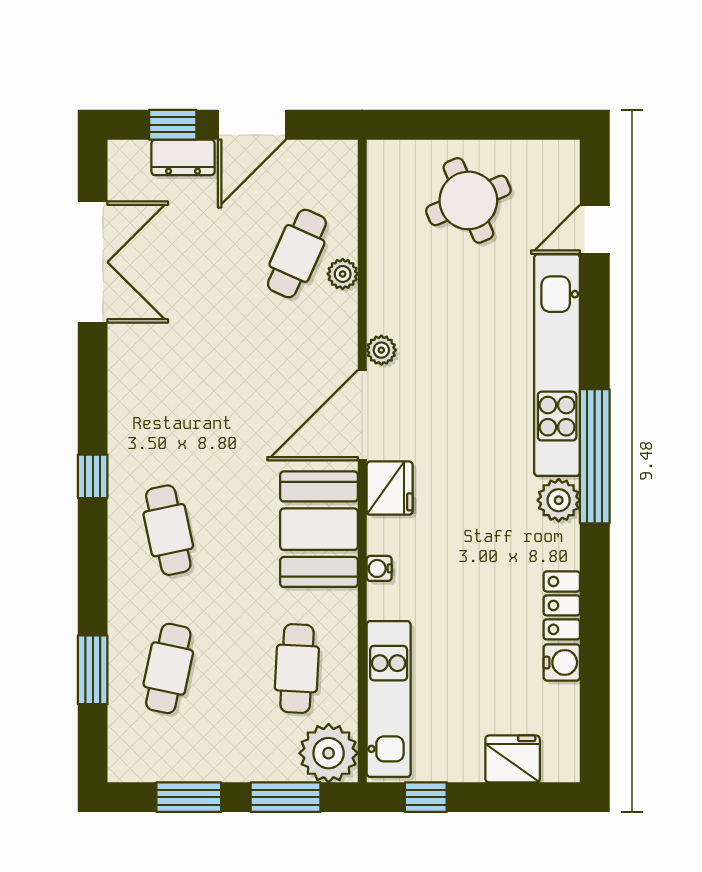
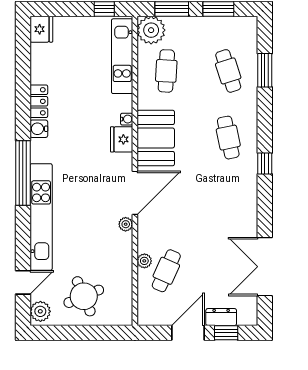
fridge: (390, 488) -> (122, 139), moved
plant: (559, 500) -> (40, 311), moved
water cooler: (562, 662) -> (39, 129), moved
cafe table: (168, 668) -> (228, 71), turned -30
fridge: (513, 759) -> (41, 29), moved, turned -90

